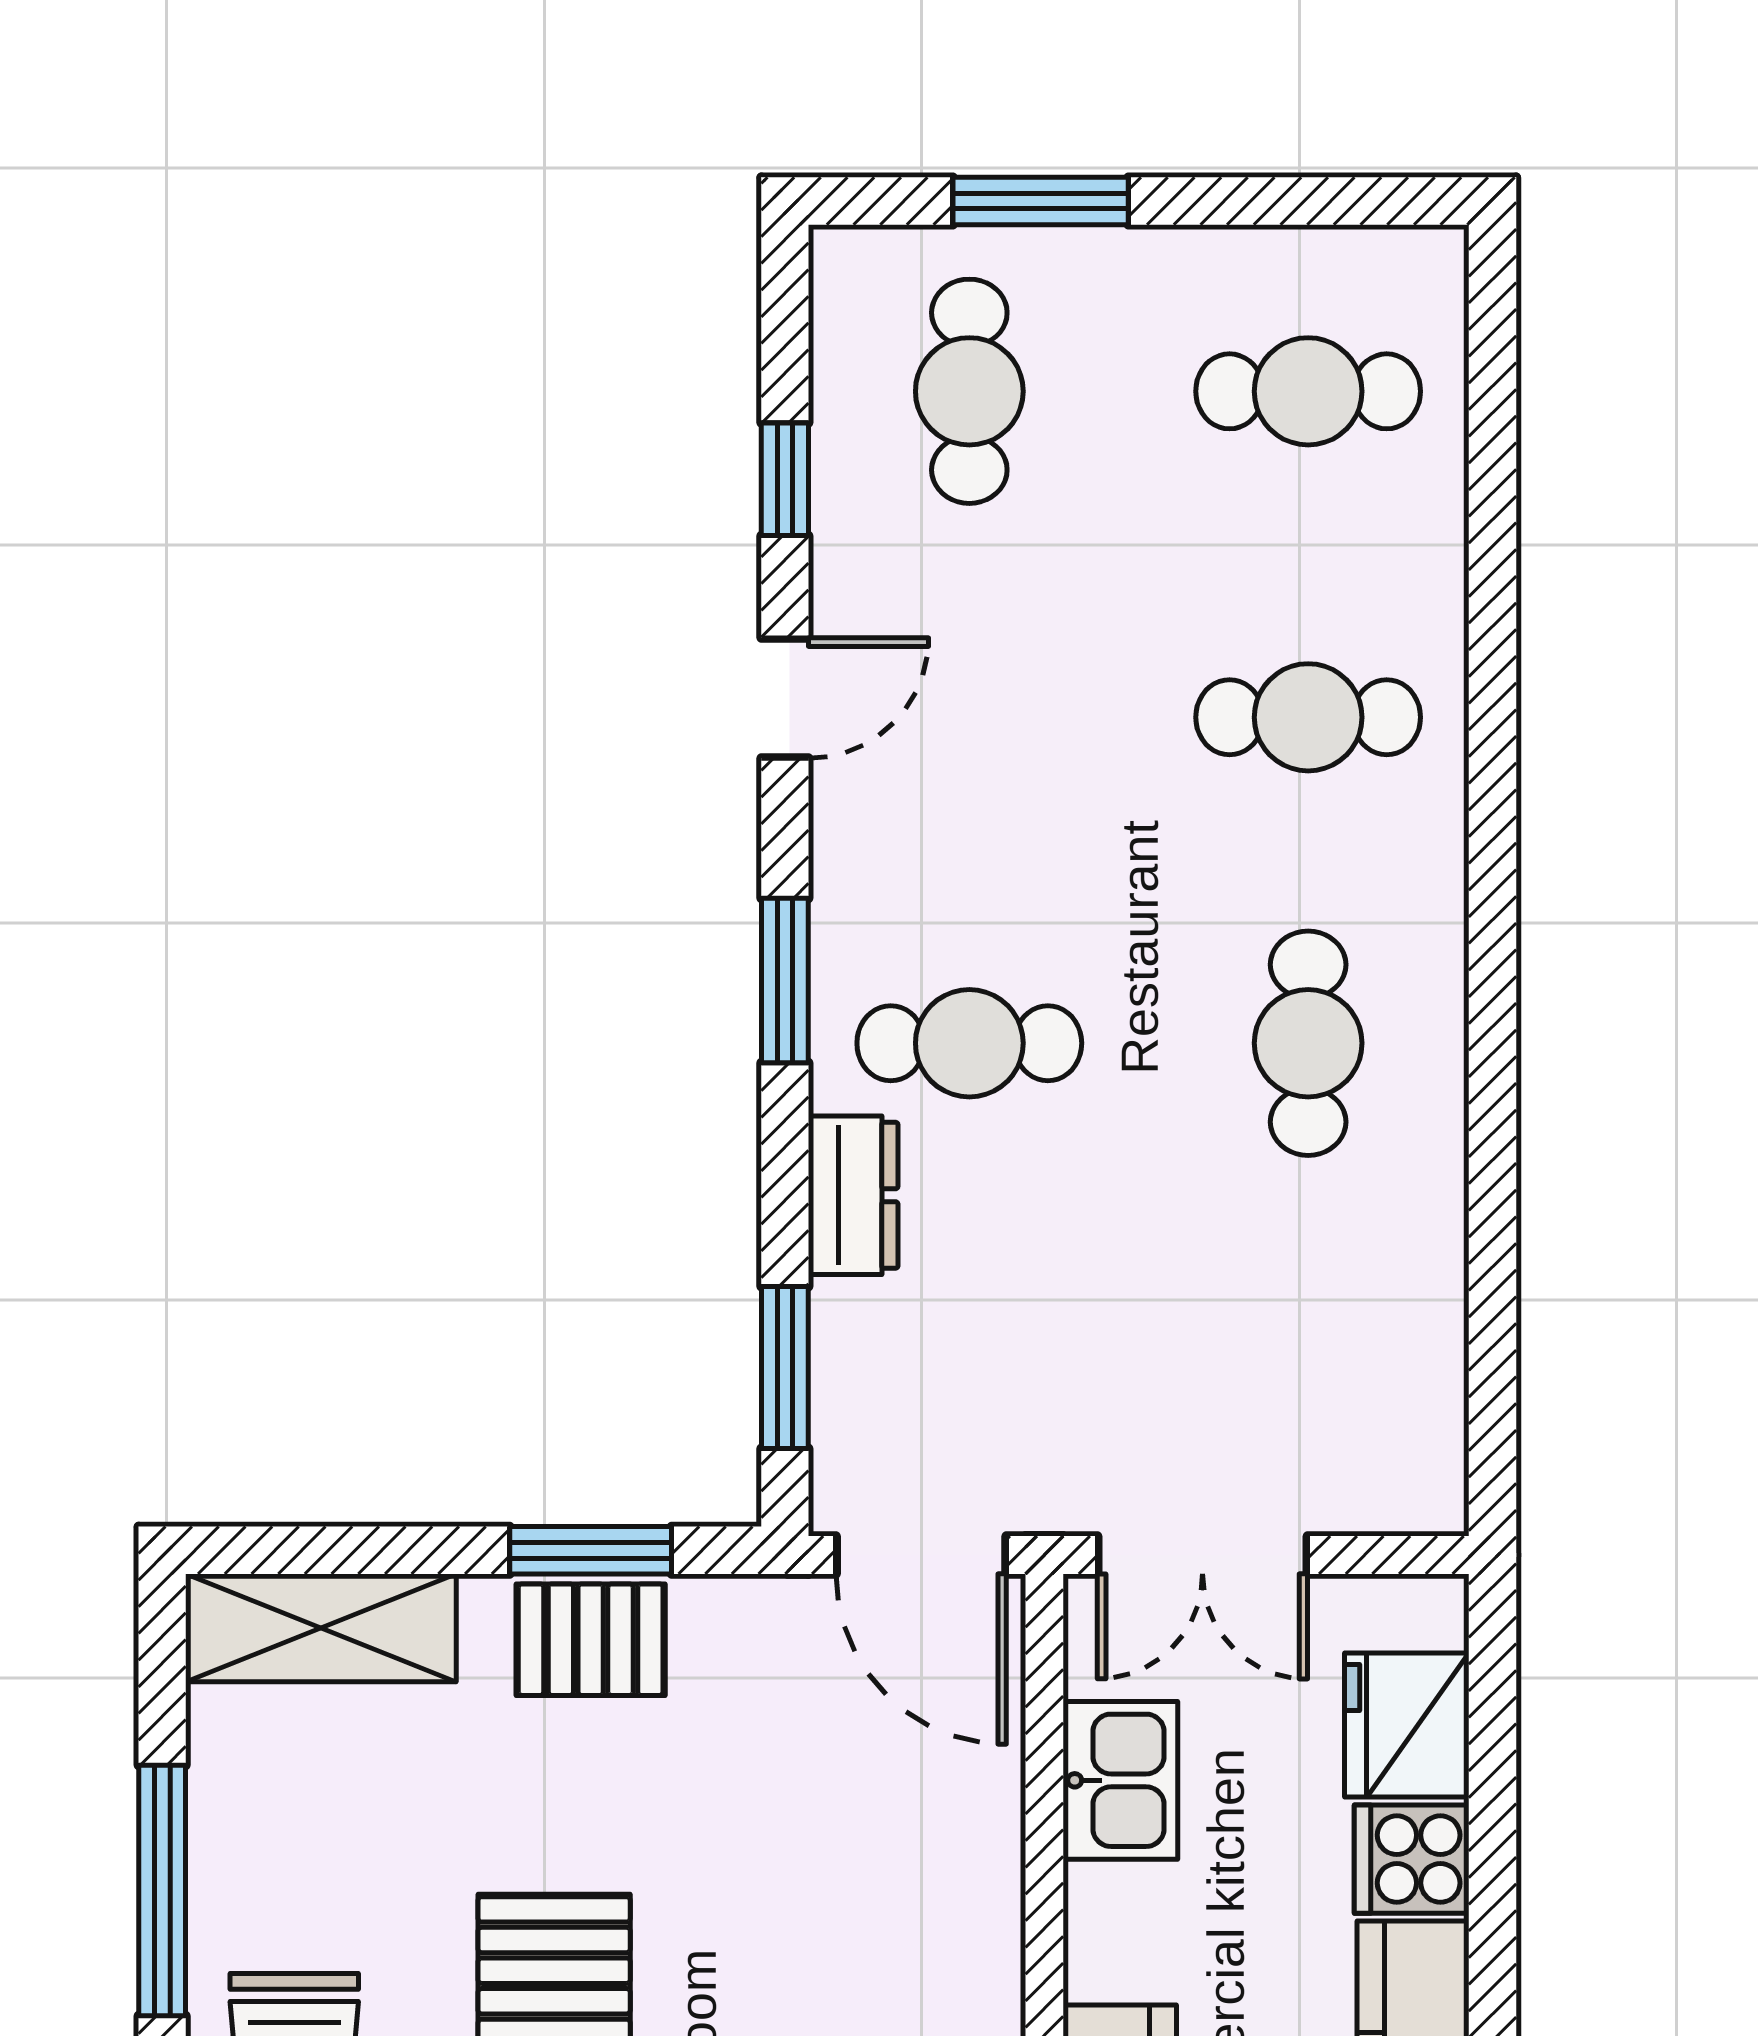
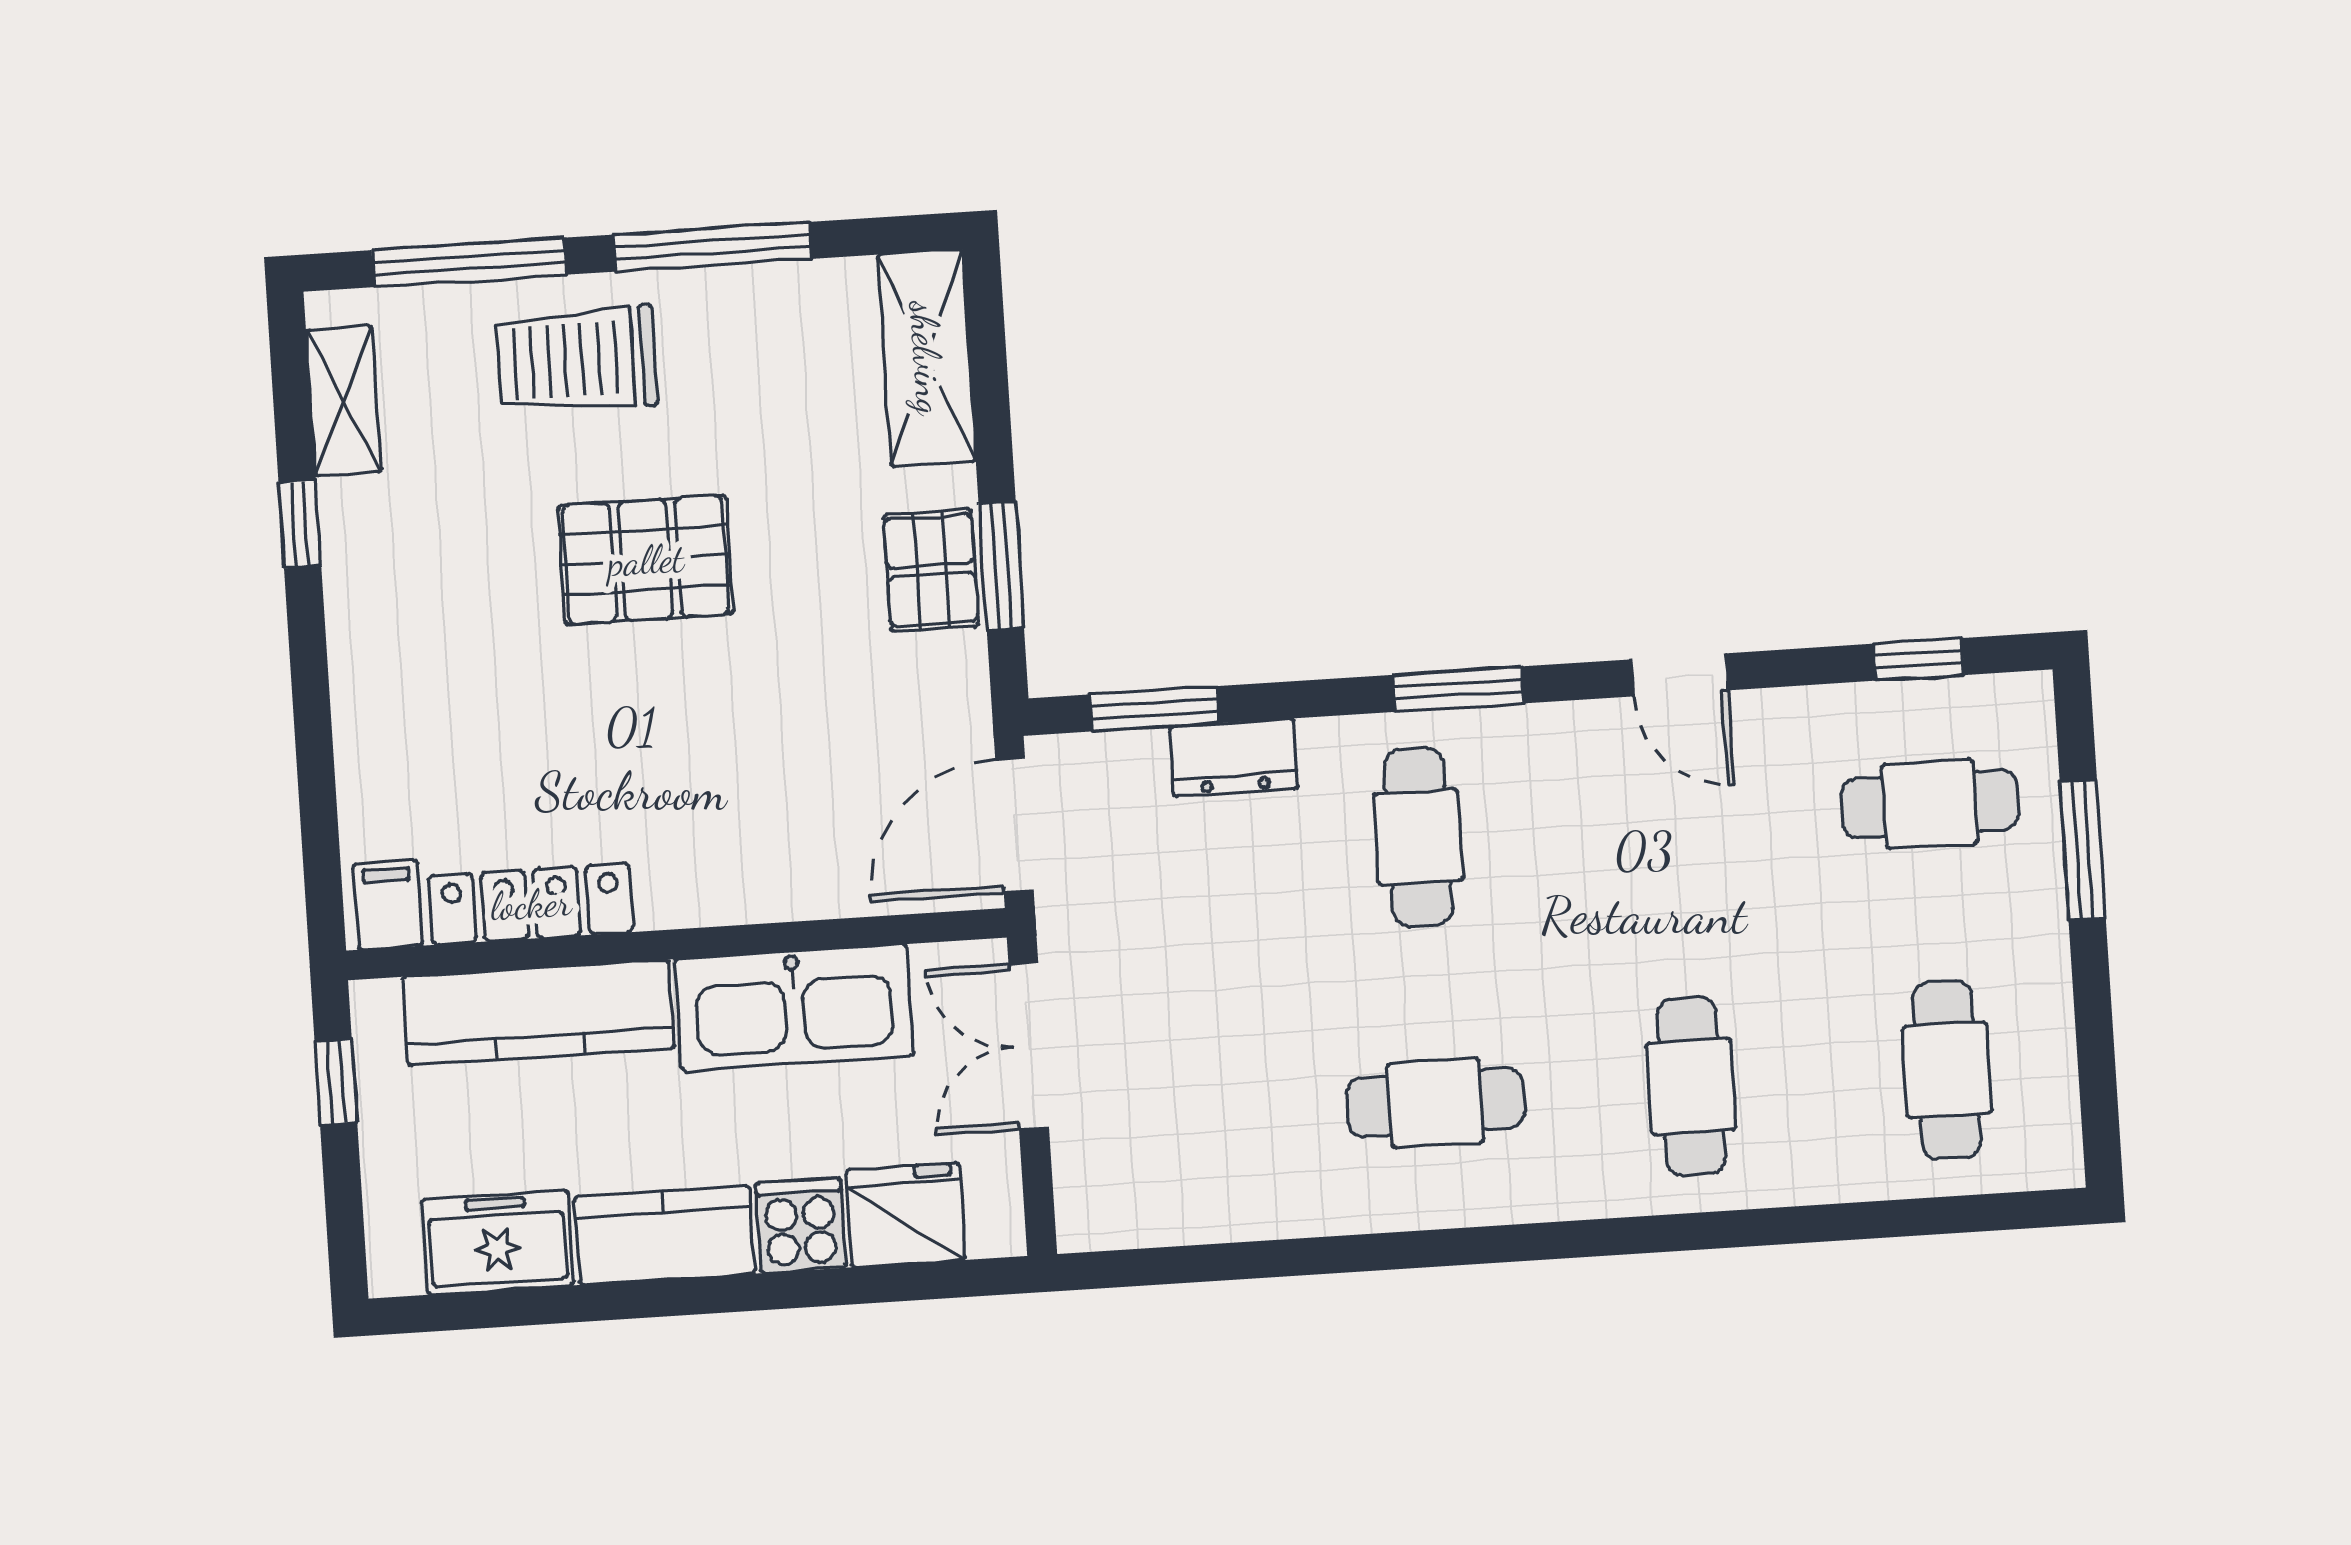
window: (785, 479) -> (1919, 659), moved
dresser: (853, 1195) -> (1234, 757), moved
kitchen sink: (1120, 1780) -> (794, 1007), width x1.87, depth x1.24

